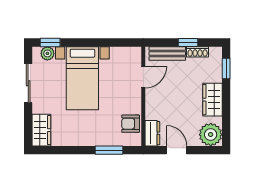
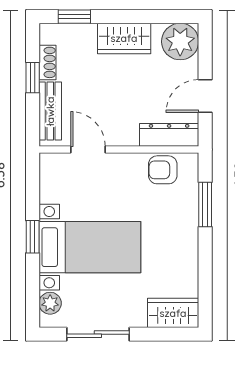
window: (50, 42) -> (33, 237), moved
armchair: (131, 124) -> (163, 170), turned 90
dresser: (152, 133) -> (169, 135), width x1.44

